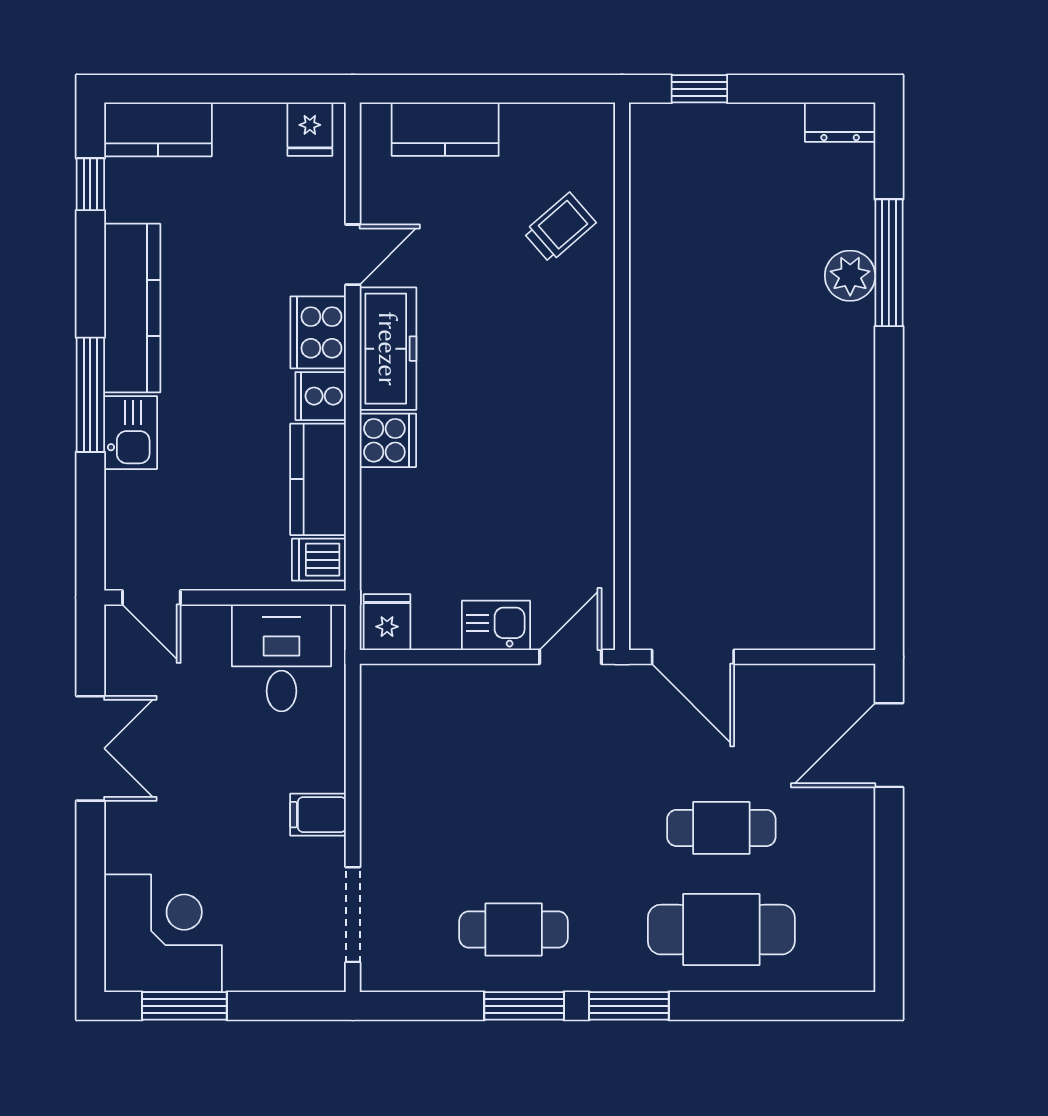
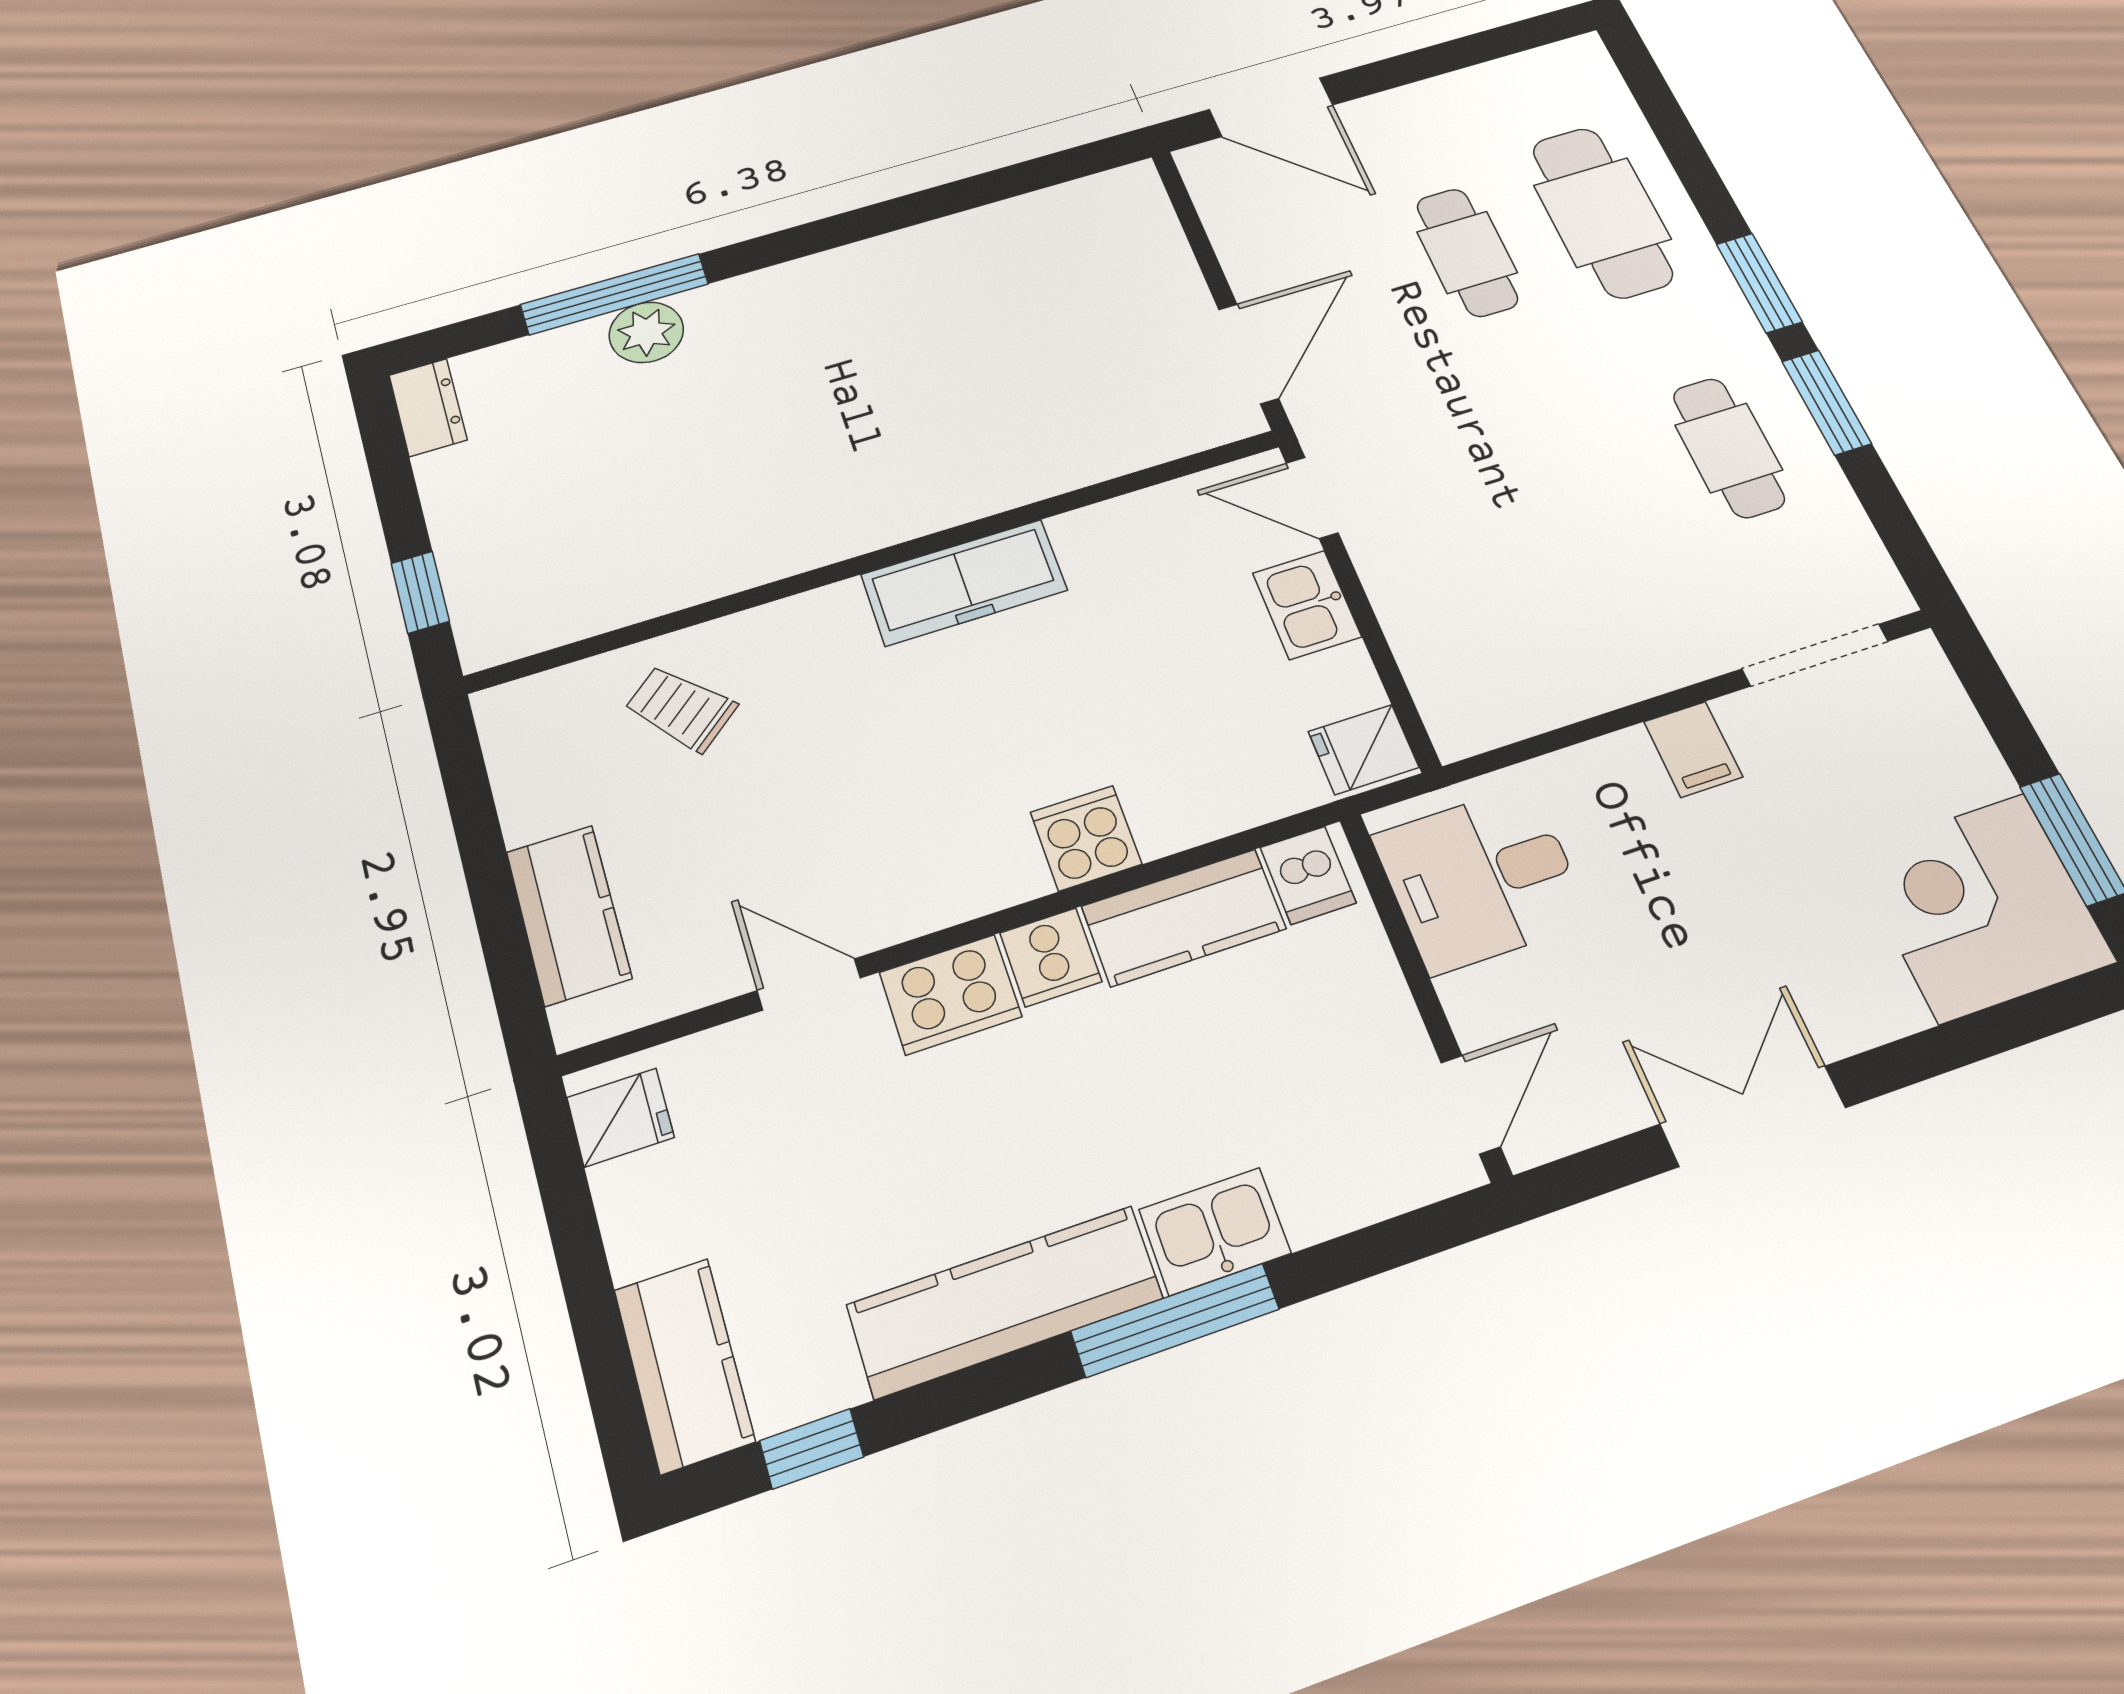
freezer: (388, 349) -> (964, 582), moved, turned 180

